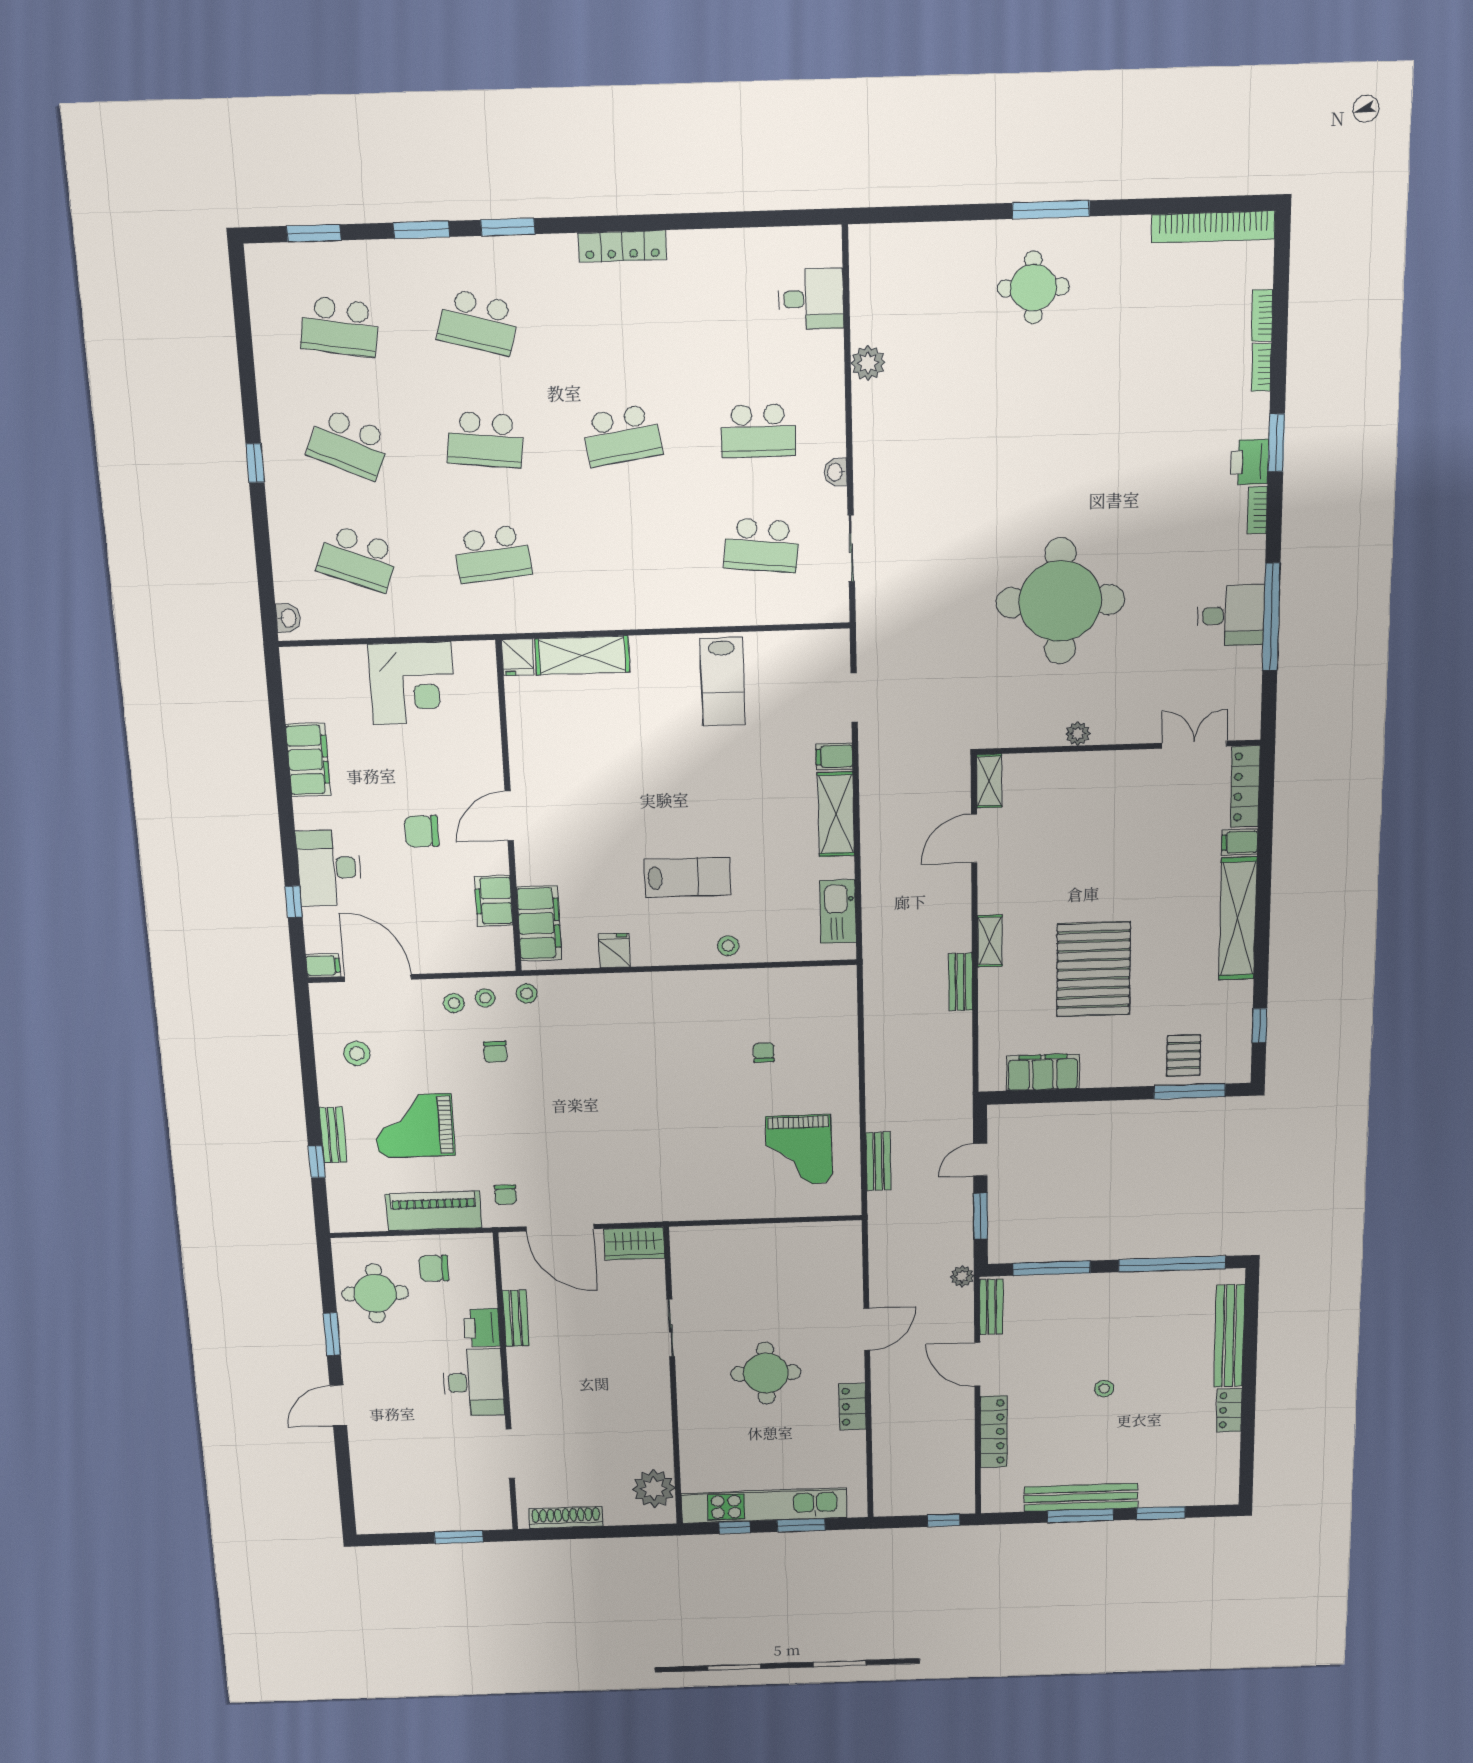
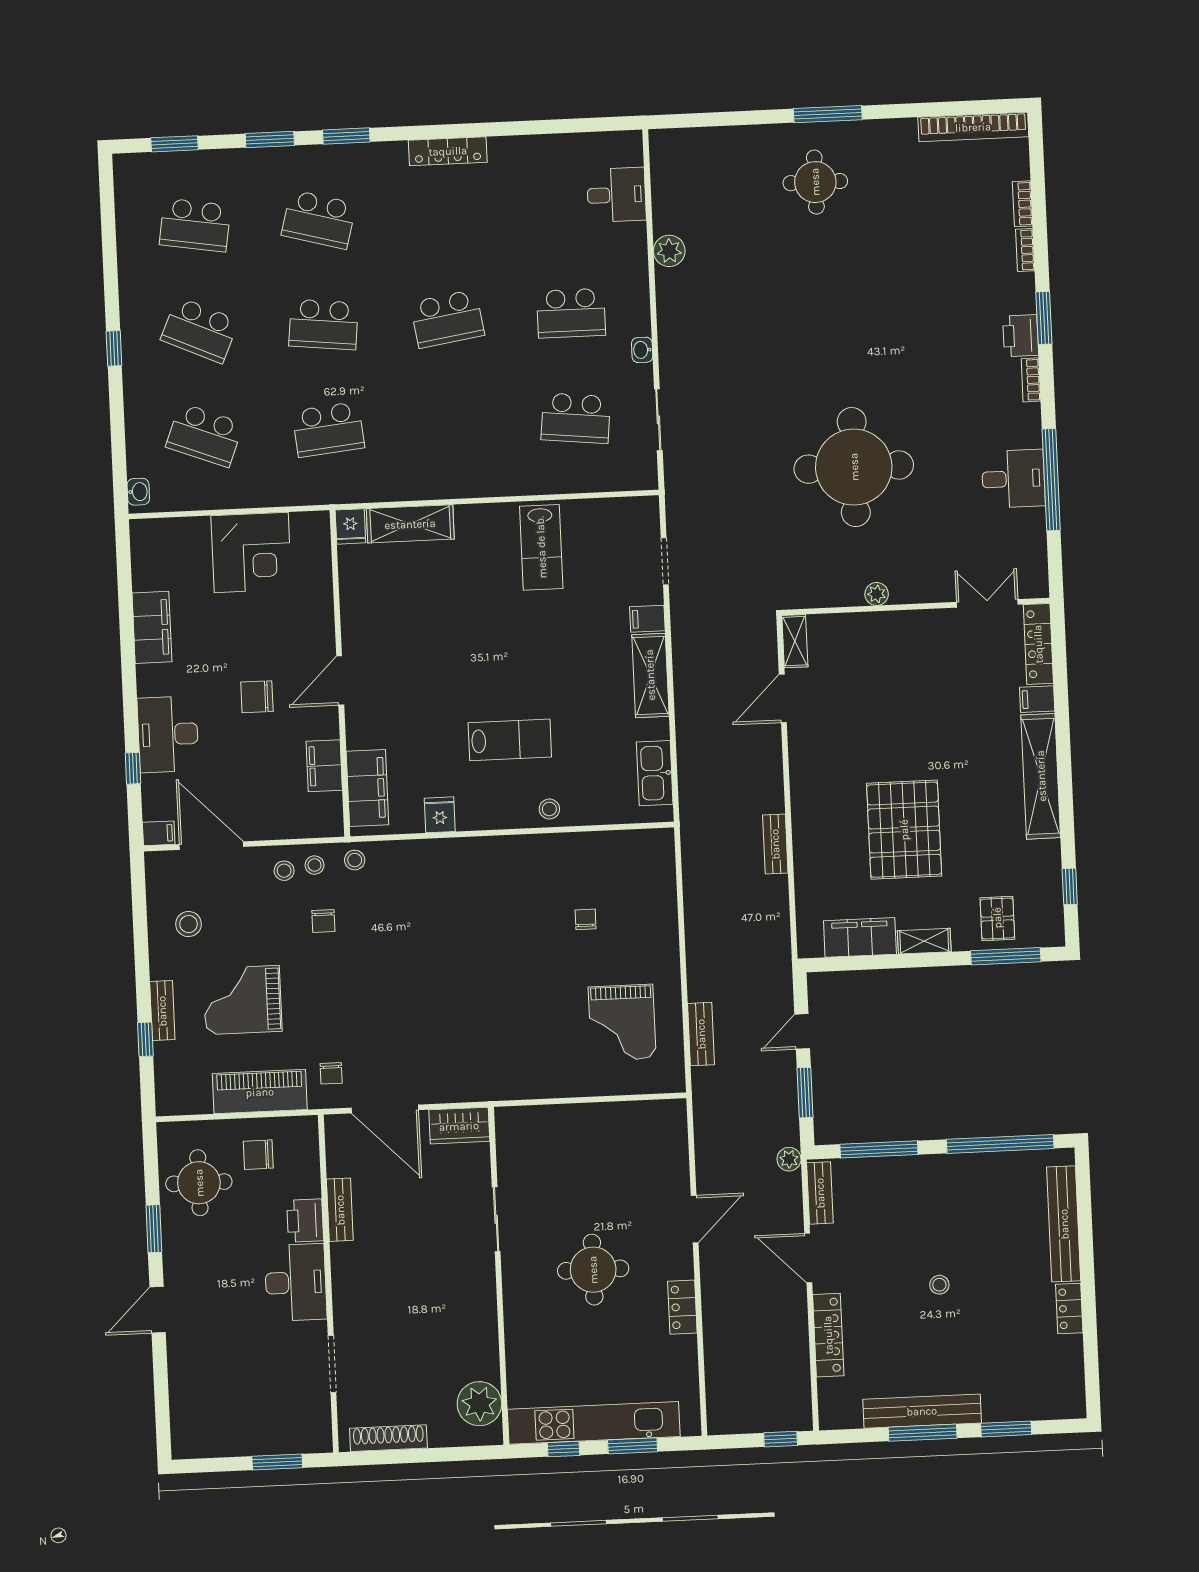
shelving: (990, 941) -> (924, 941), moved, turned 90

